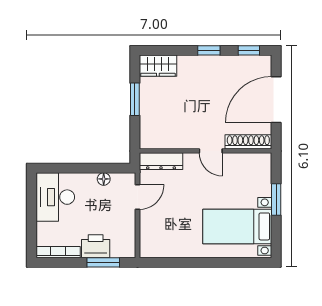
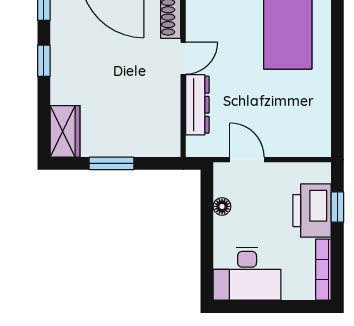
dresser: (161, 161) -> (197, 105), moved
printer: (96, 246) -> (312, 211), width x1.37, depth x1.19
window: (103, 262) -> (337, 207), width x0.67

